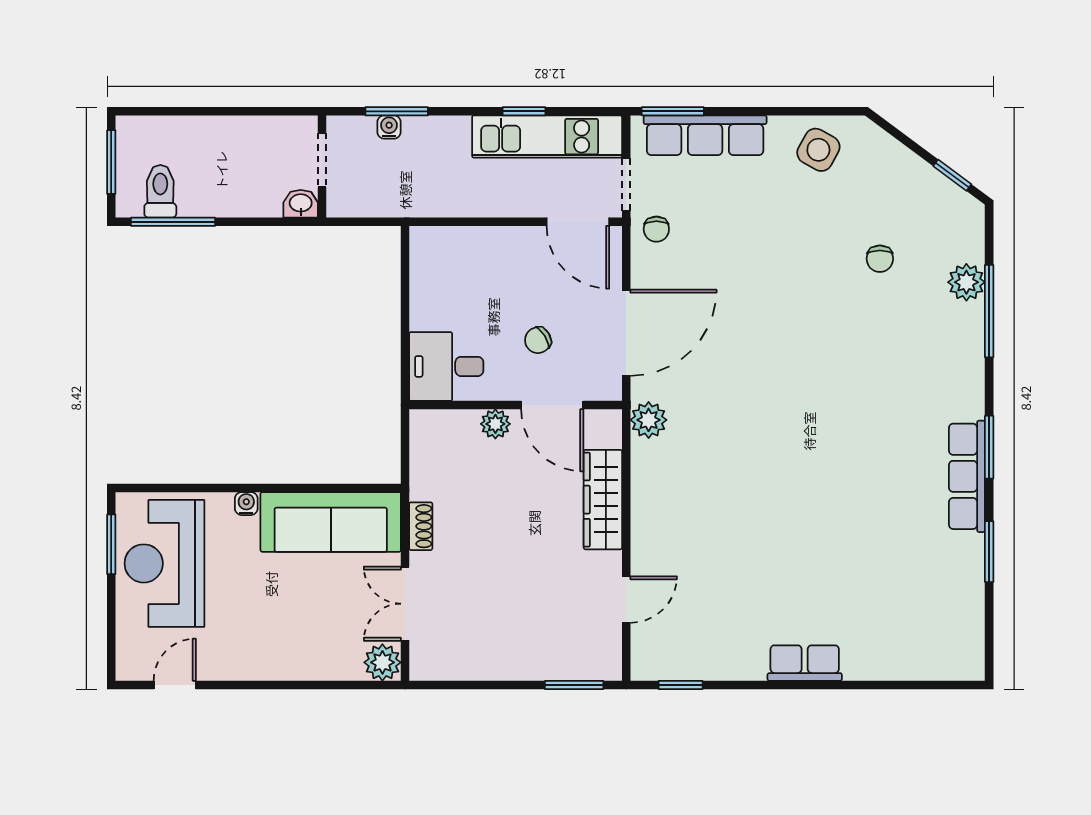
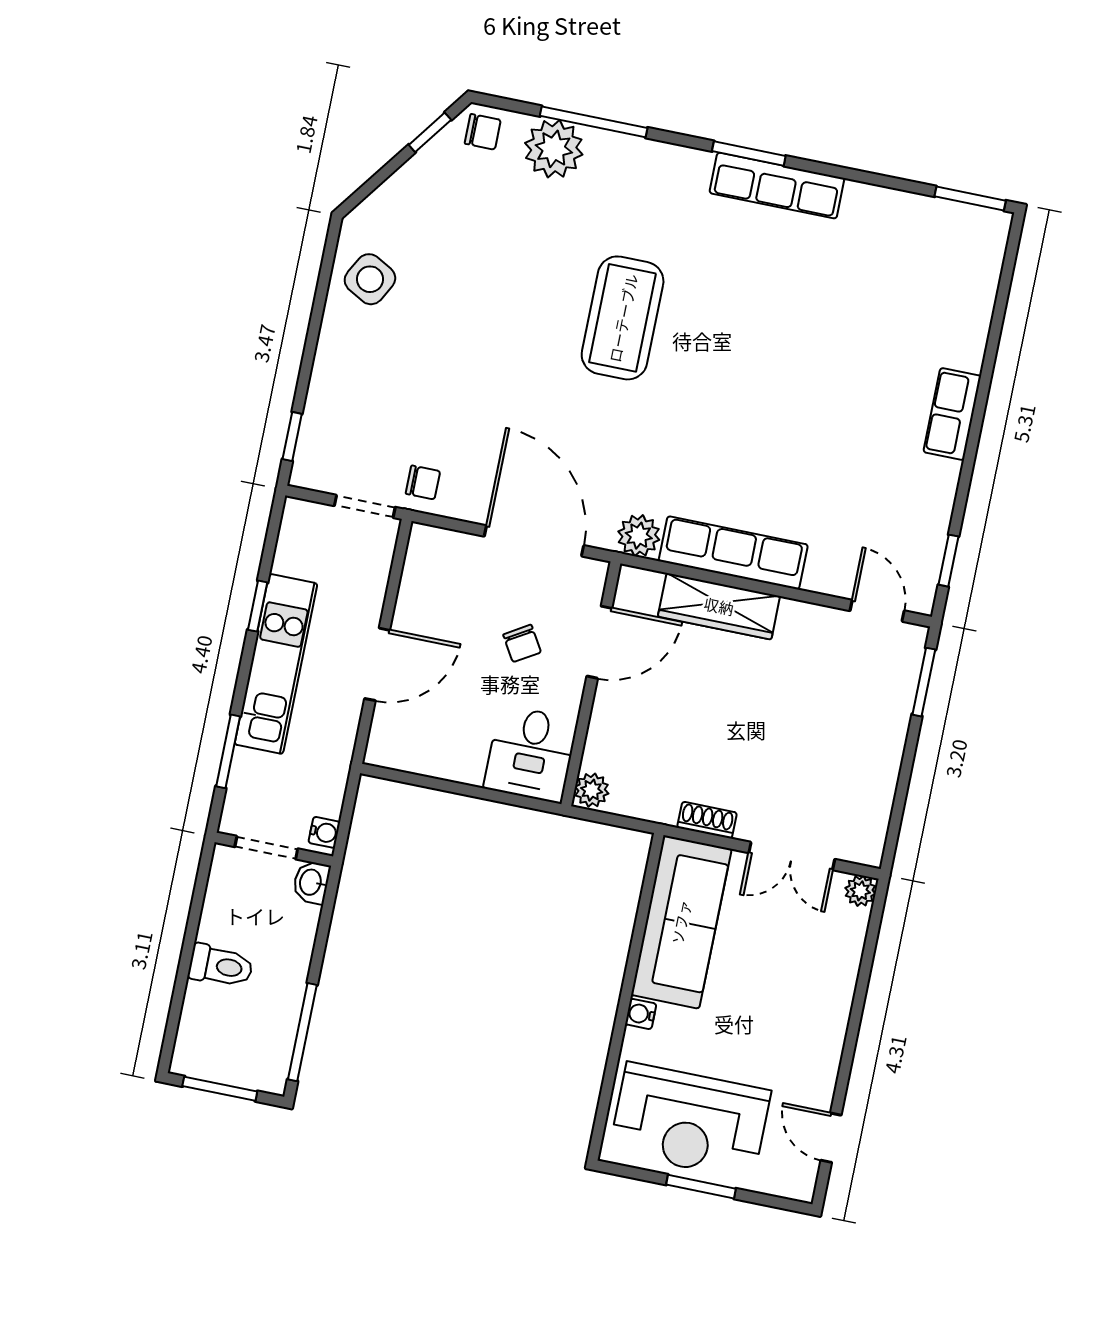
window: (673, 111) -> (292, 436), width x0.67
water cooler: (389, 127) -> (324, 832), moved, turned 180
row of seats: (705, 135) -> (733, 553), moved, turned -90
kitchen unit: (547, 137) -> (276, 664), moved
toilet: (160, 191) -> (221, 966), moved, turned 180
door: (578, 222) -> (377, 664), moved
chair: (880, 259) -> (483, 132), moved
plant: (966, 282) -> (554, 149), width x1.36, depth x1.36
coffee table: (829, 369) -> (623, 318), added
plant: (495, 424) -> (592, 790), moved
window: (111, 544) -> (701, 1187), moved
window: (989, 552) -> (970, 199), moved
door: (626, 600) -> (877, 611), moved
plant: (382, 662) -> (860, 891), width x0.73, depth x0.73

